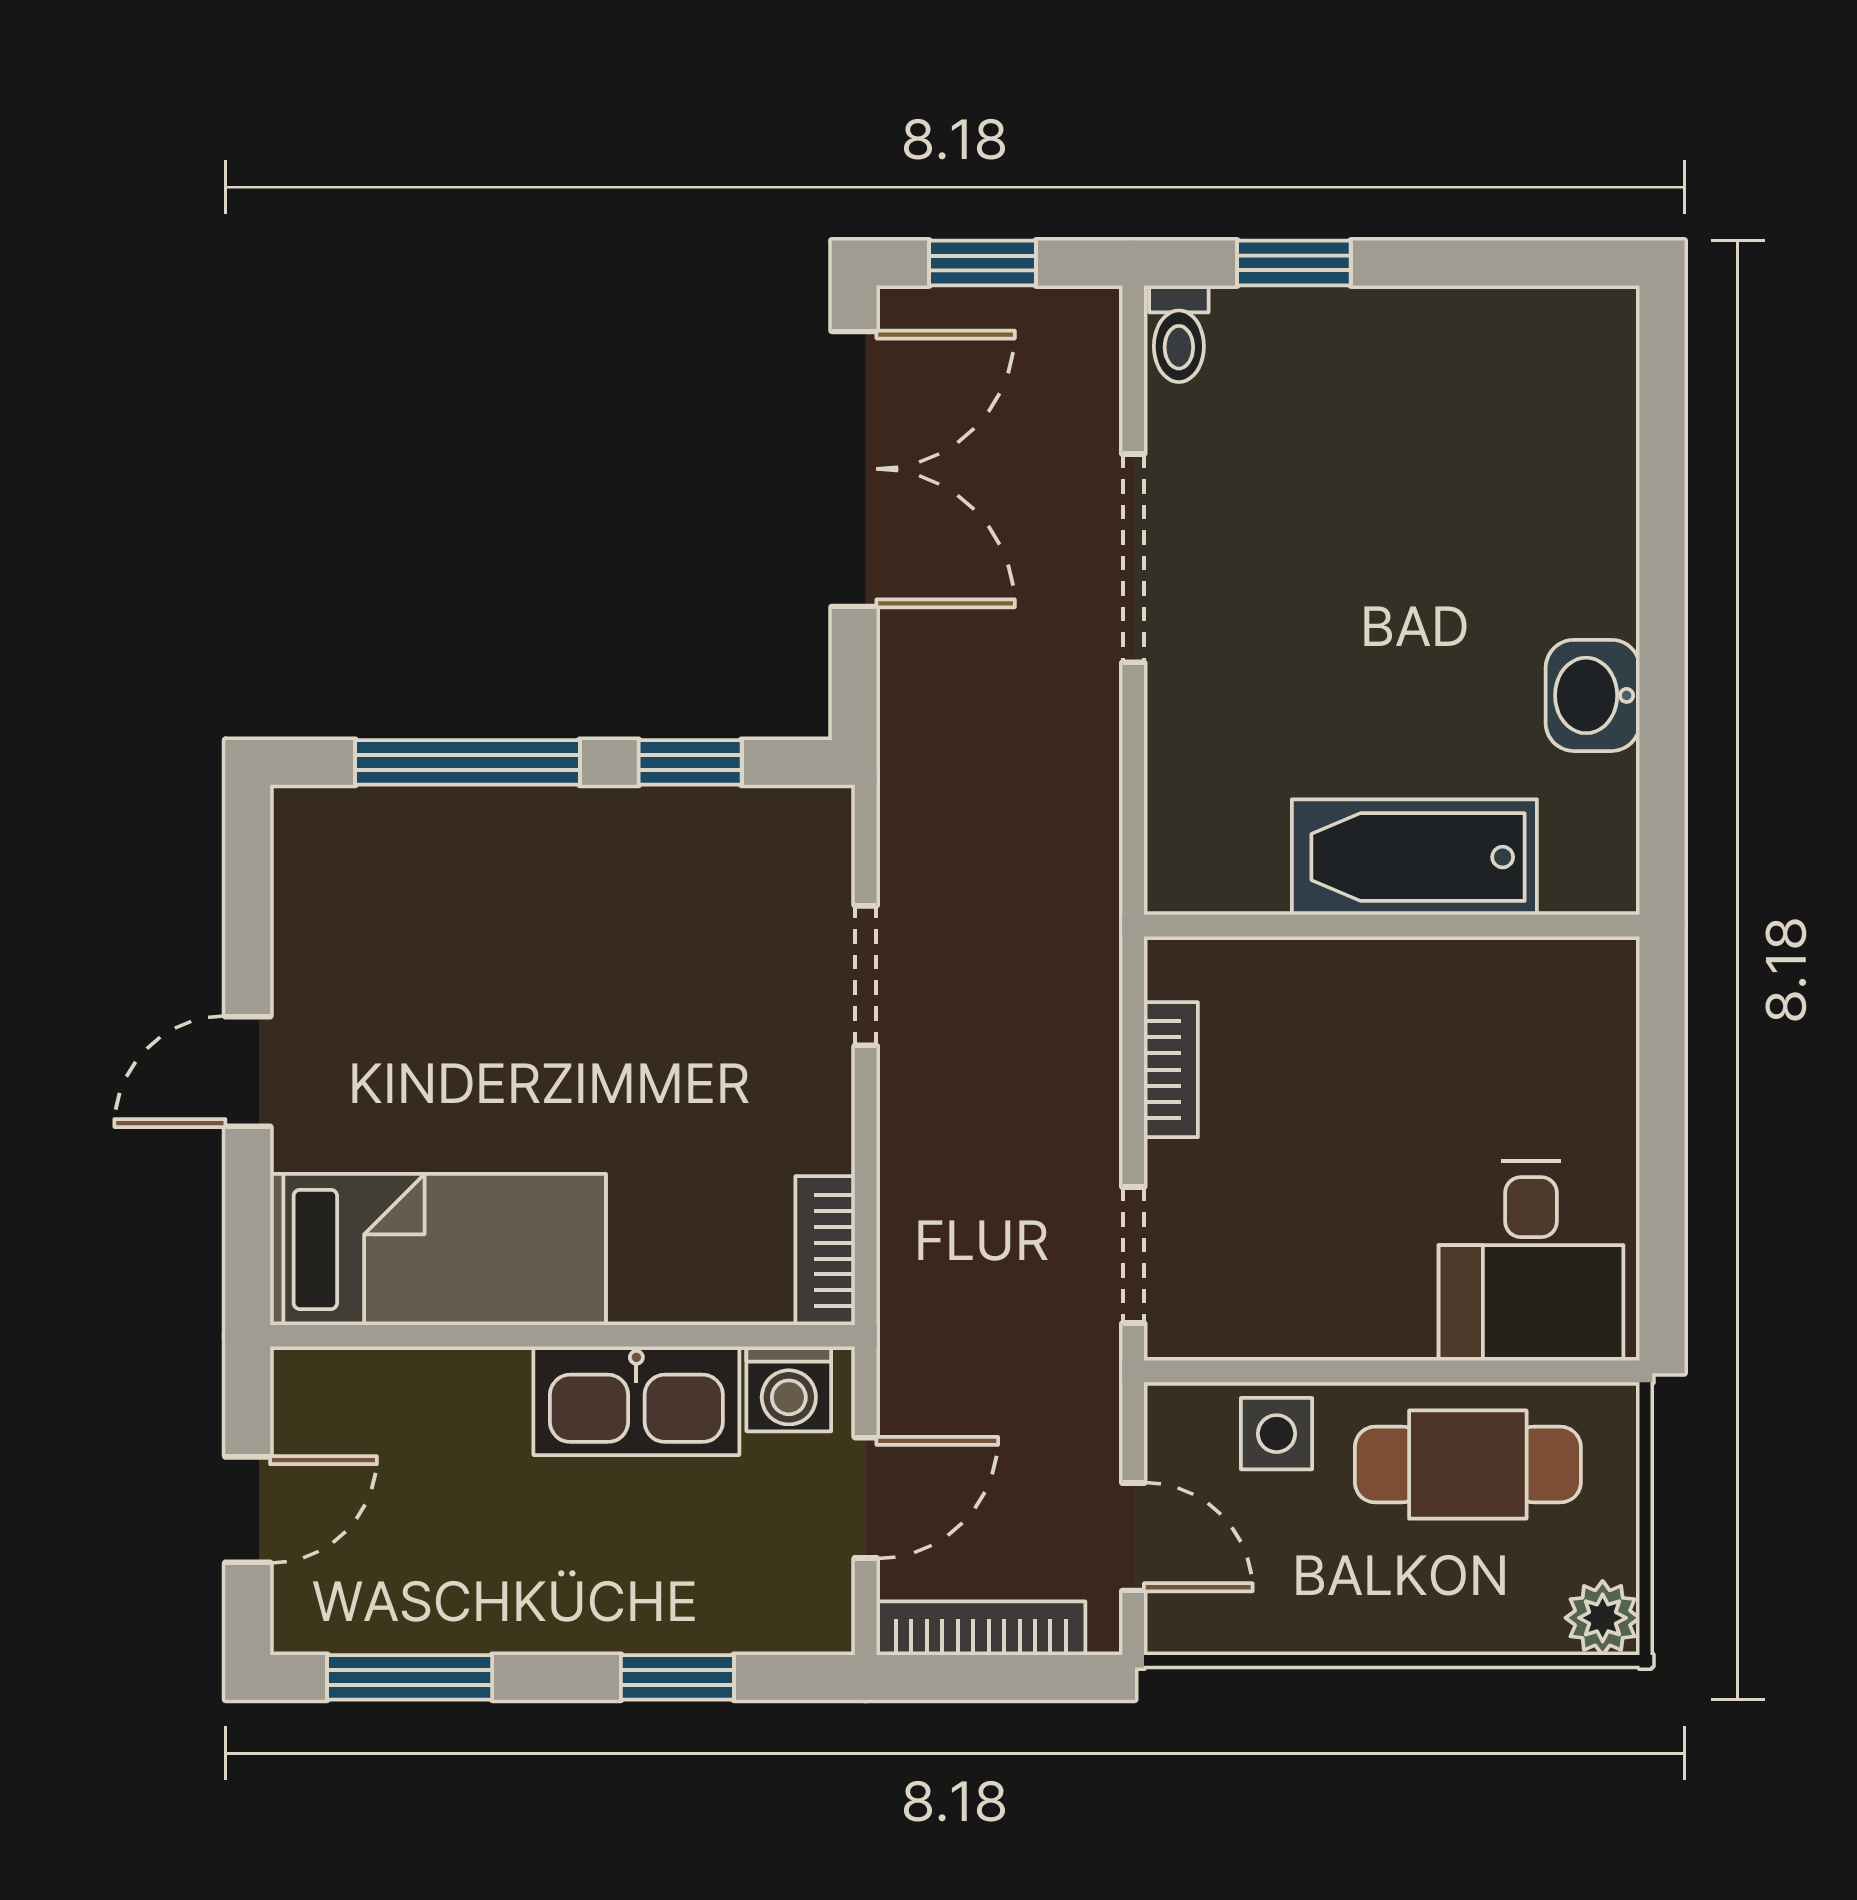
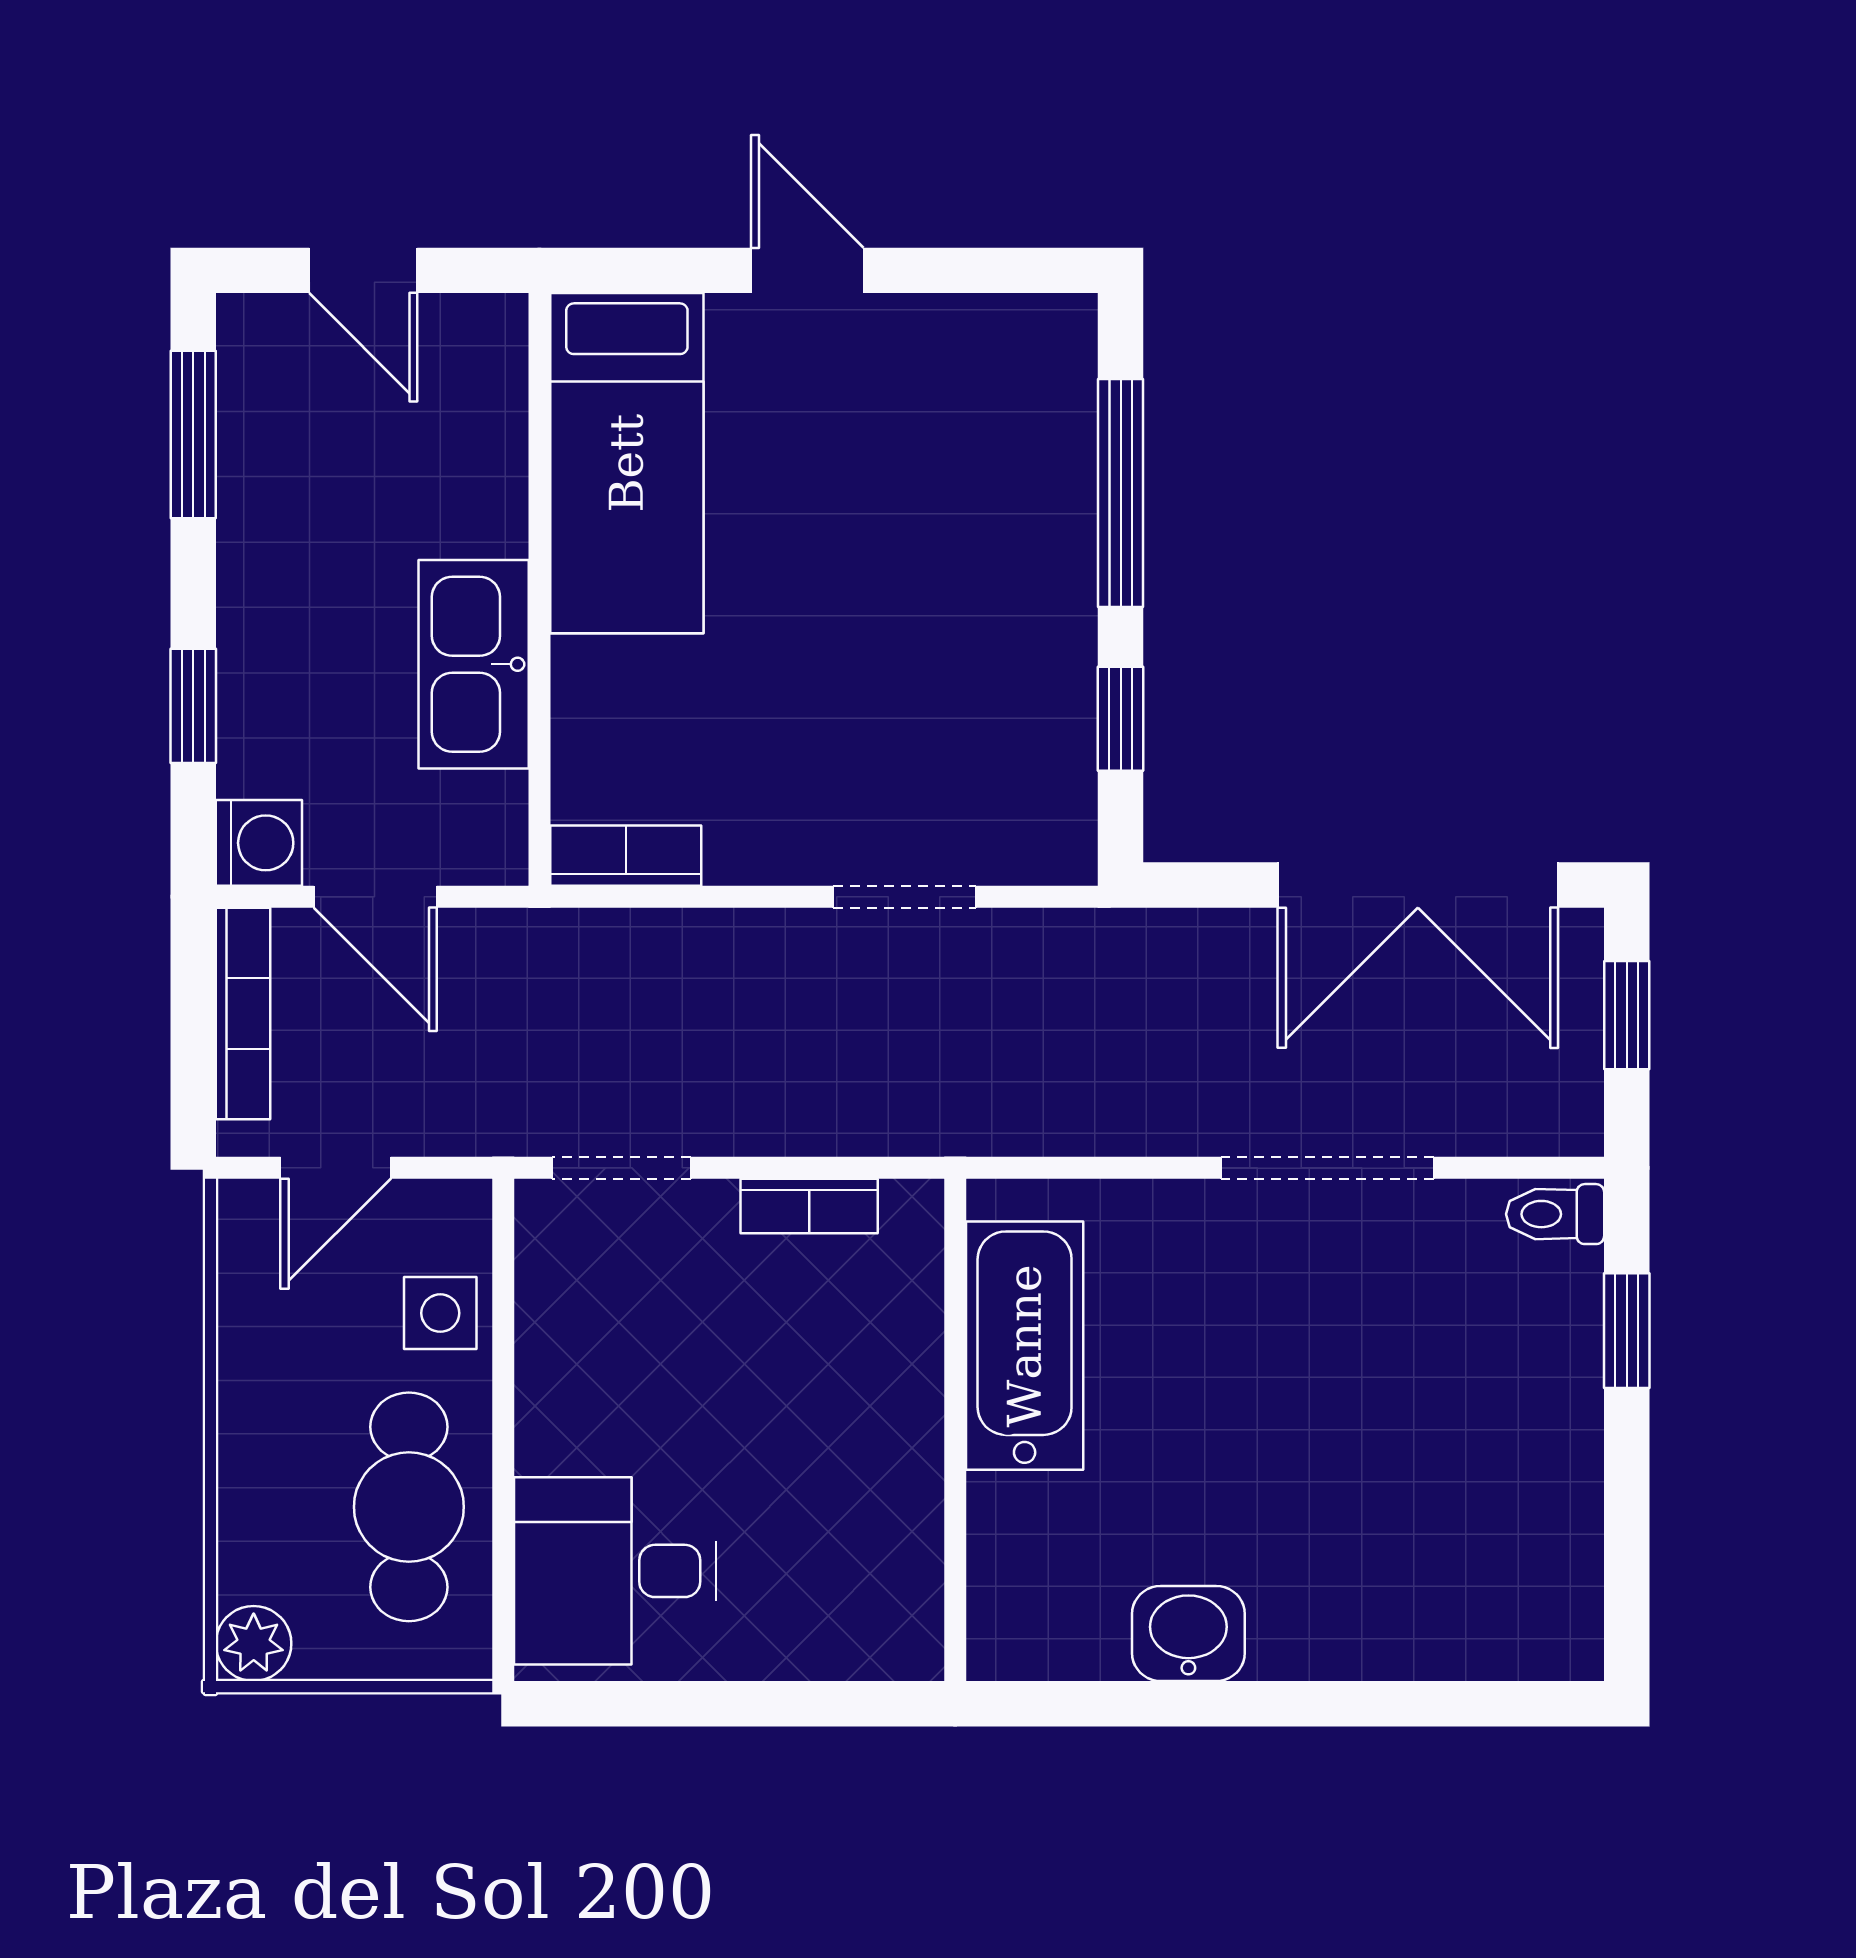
bathtub: (1414, 857) -> (1025, 1346), moved
washing machine: (789, 1389) -> (259, 843), moved, turned 180

